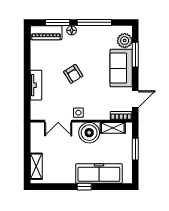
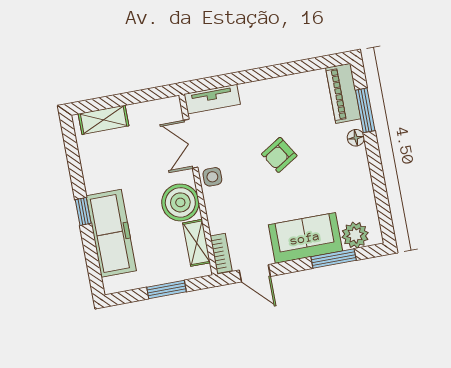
window: (94, 22) -> (377, 176), removed
tv unit: (36, 85) -> (212, 99), moved

